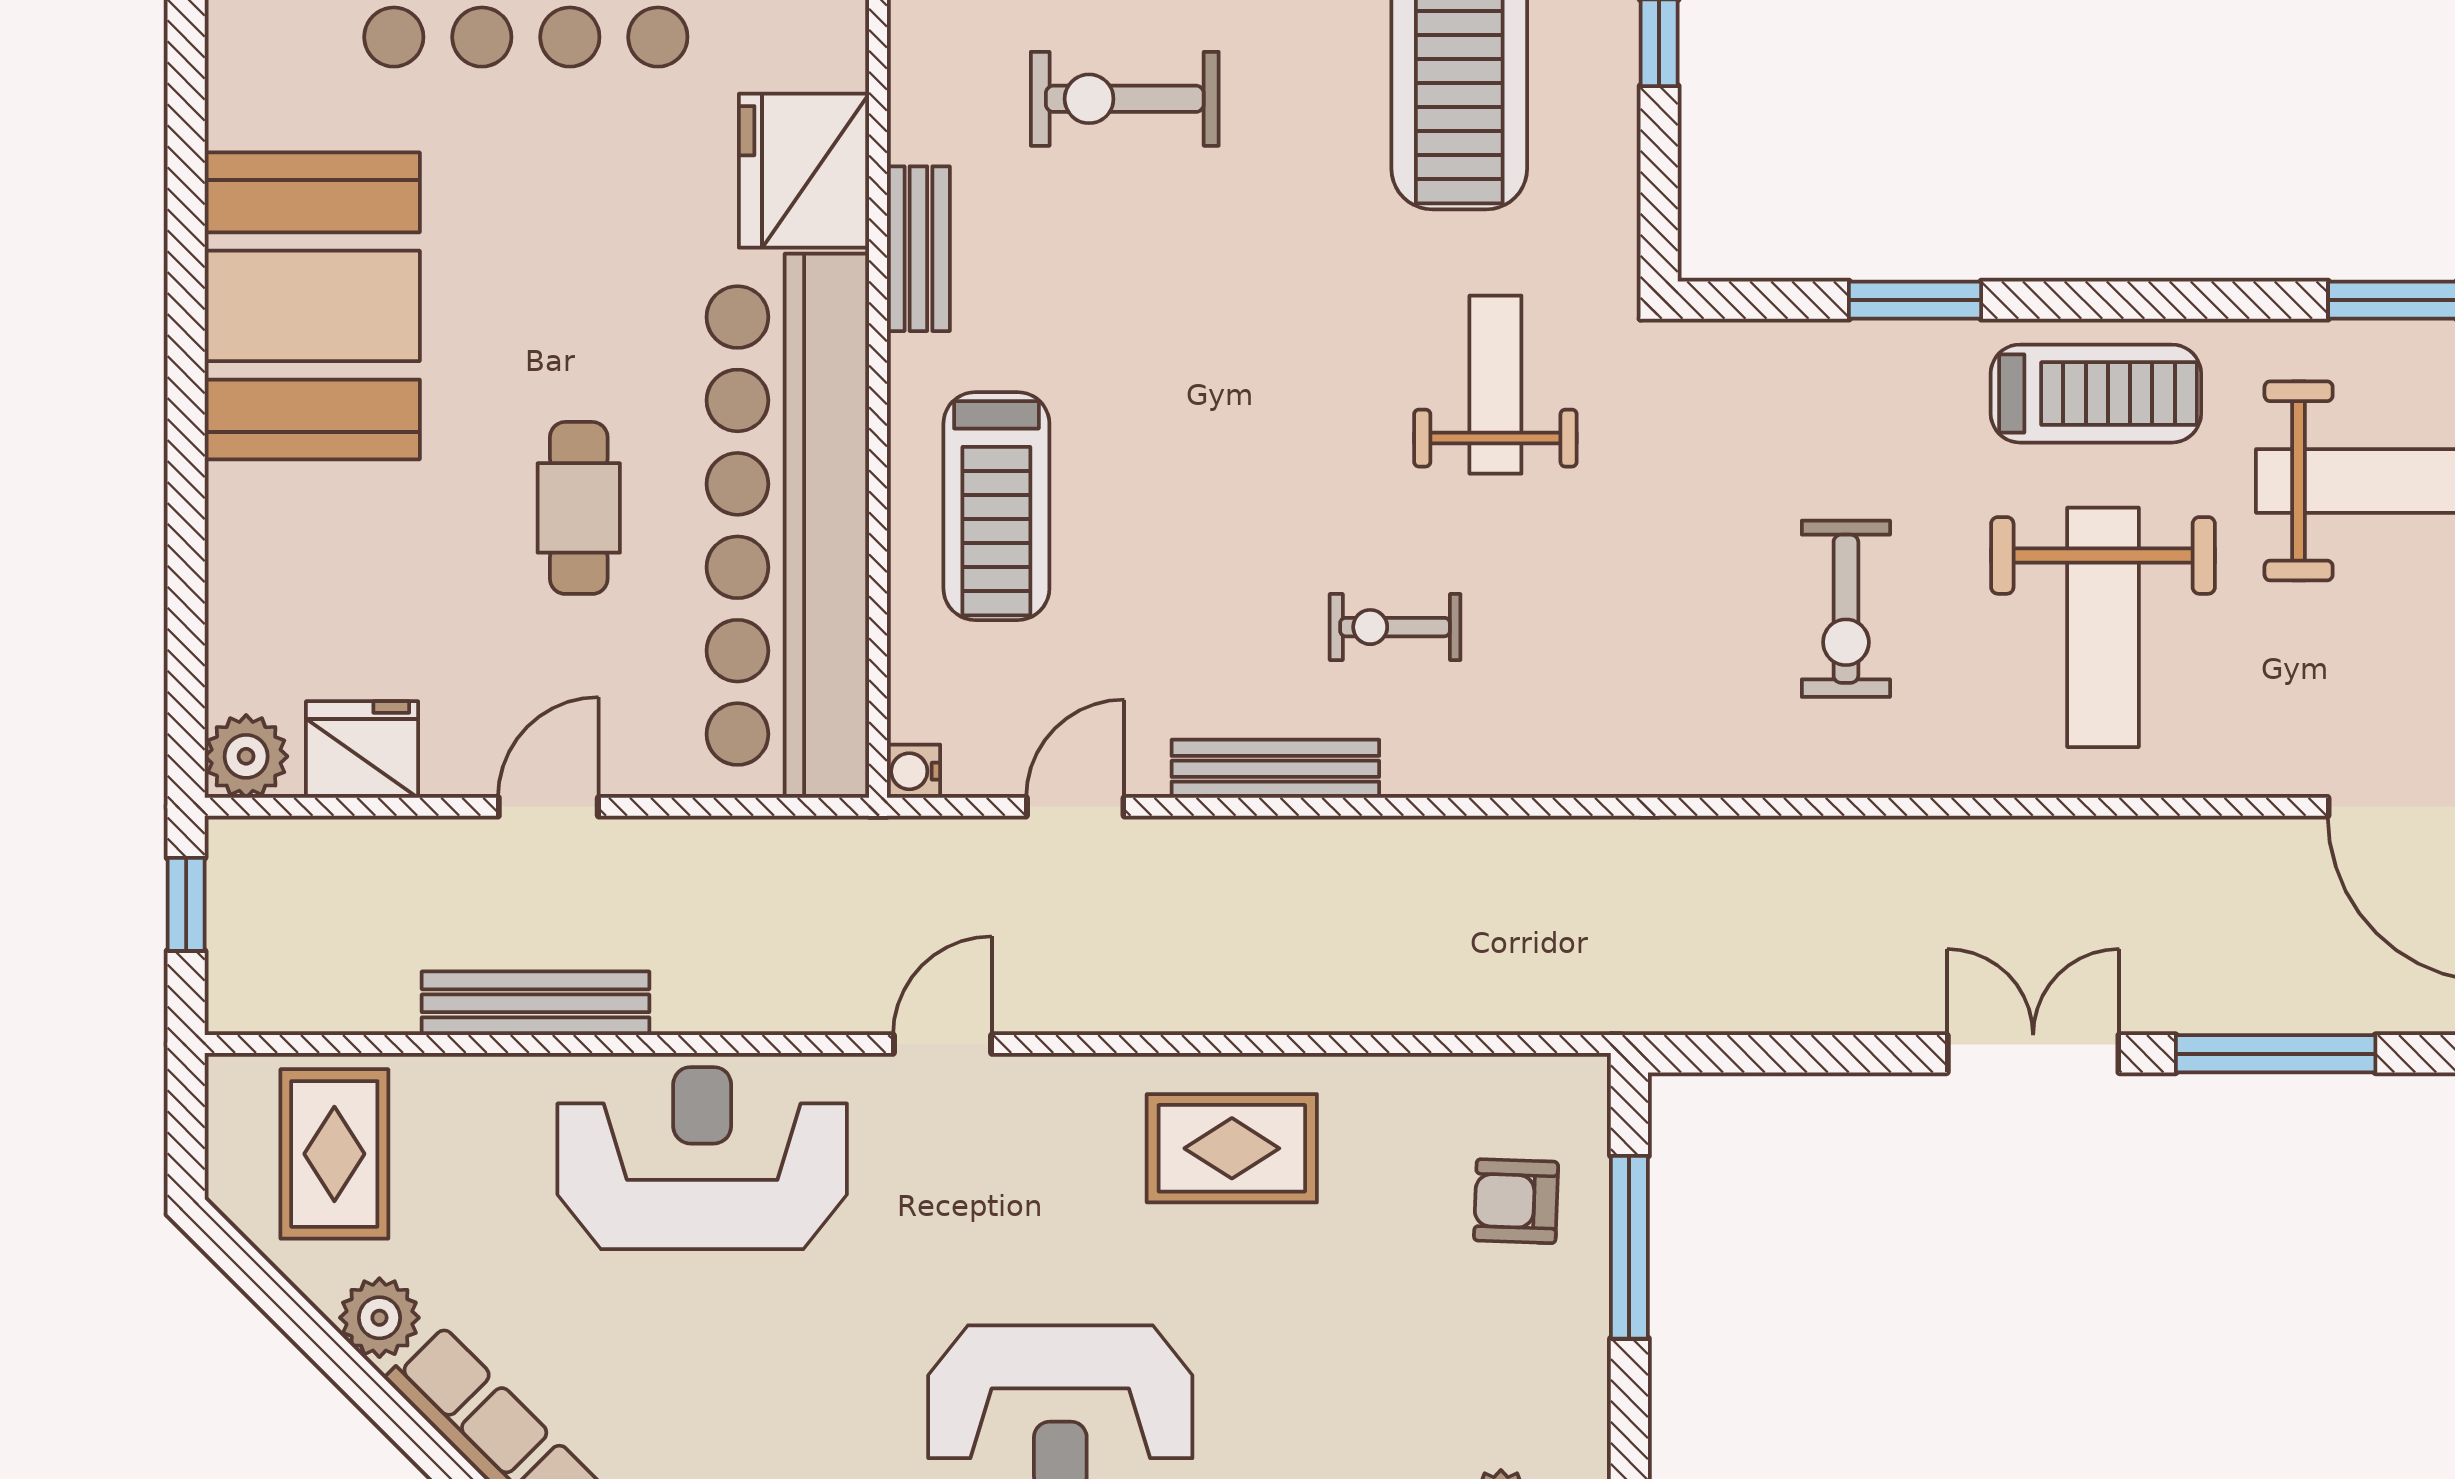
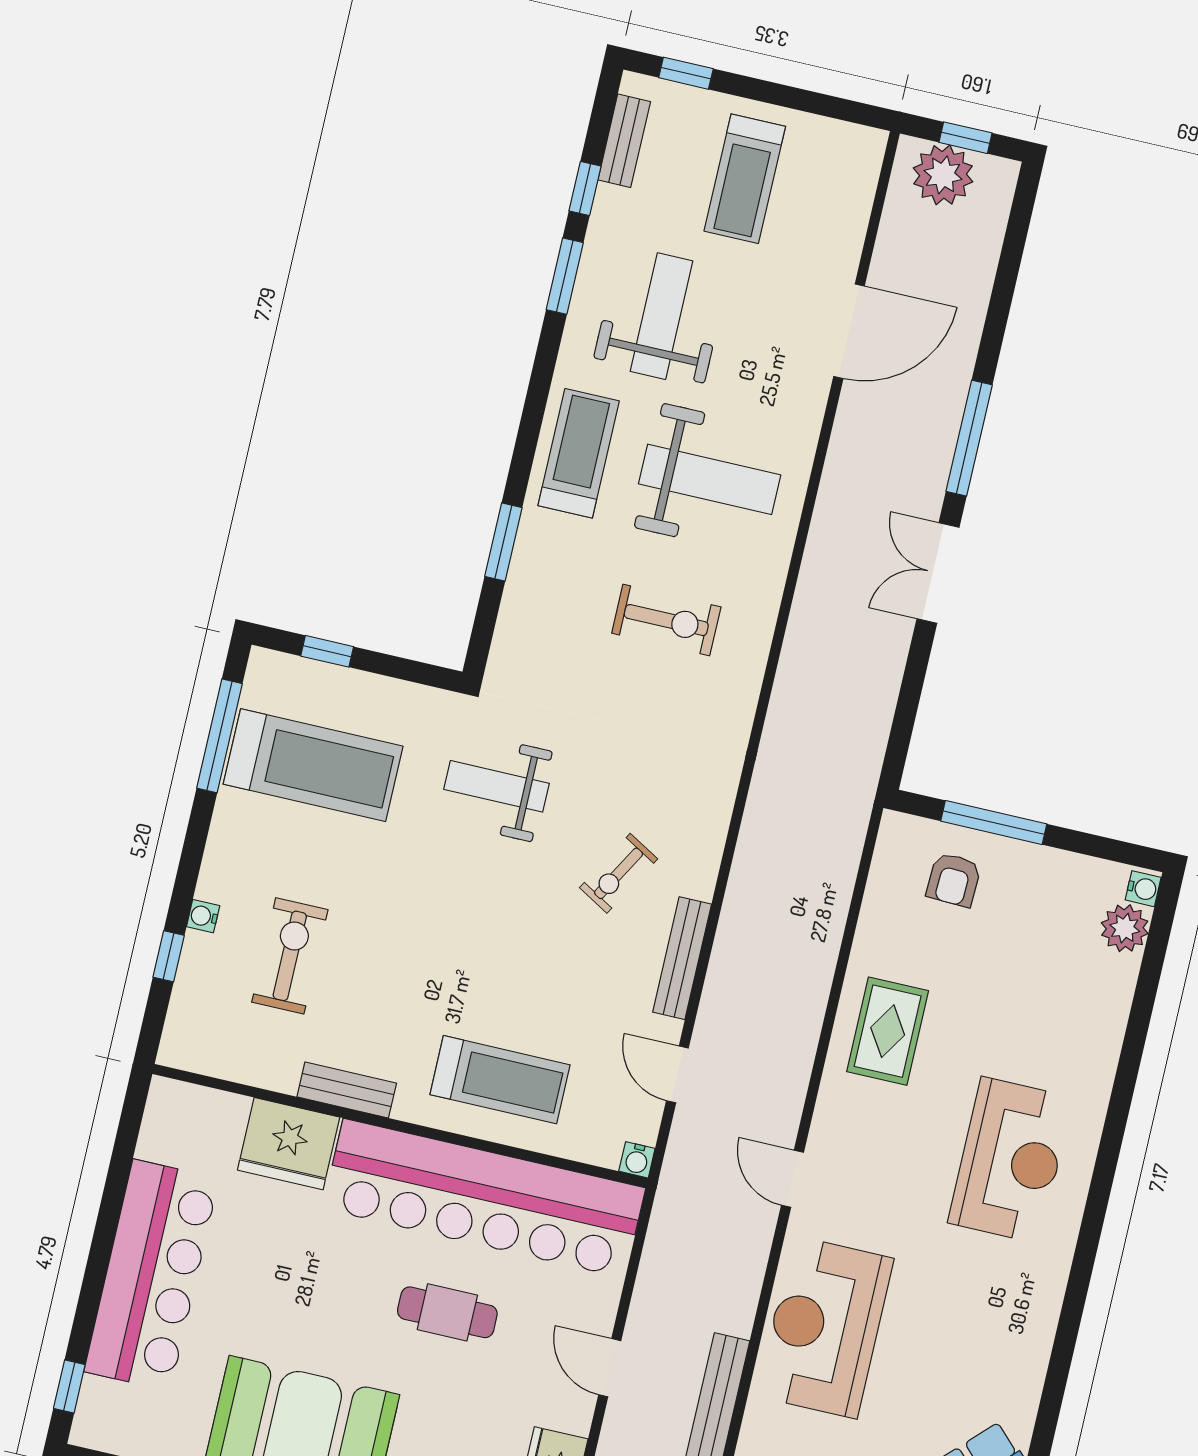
exercise bike: (1125, 99) -> (290, 956), turned 180
exercise bike: (1395, 627) -> (619, 873), turned 30

